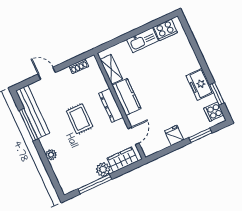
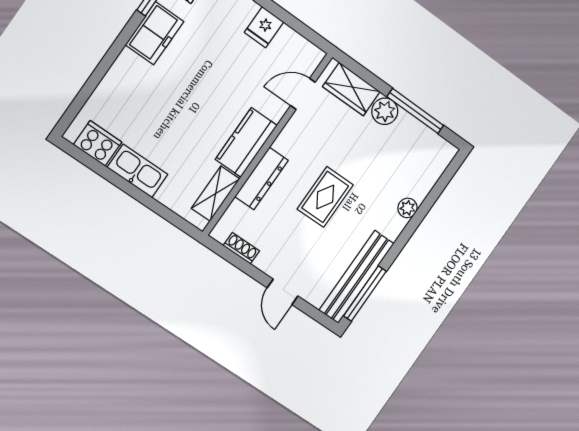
dresser: (111, 105) -> (262, 179), moved
window: (28, 125) -> (365, 294), moved

